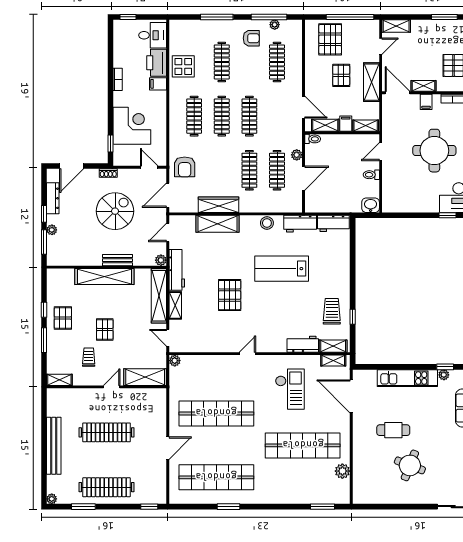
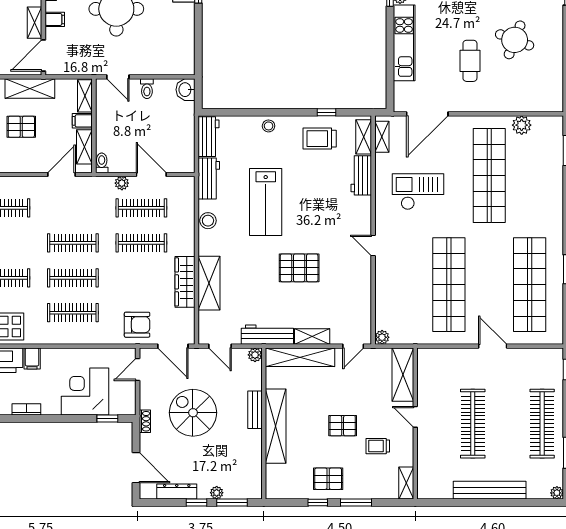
stool: (342, 271) -> (269, 126), added

